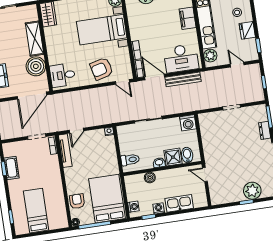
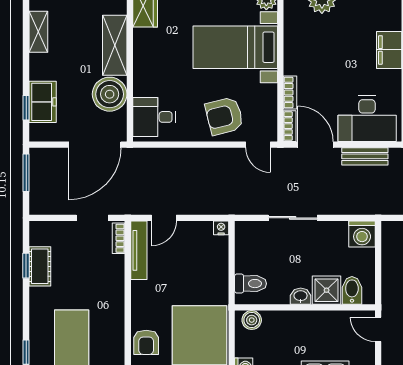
bench: (183, 79) -> (365, 156), width x0.73
boiler: (150, 178) -> (252, 320), moved
armchair: (77, 201) -> (146, 342), turned 180

